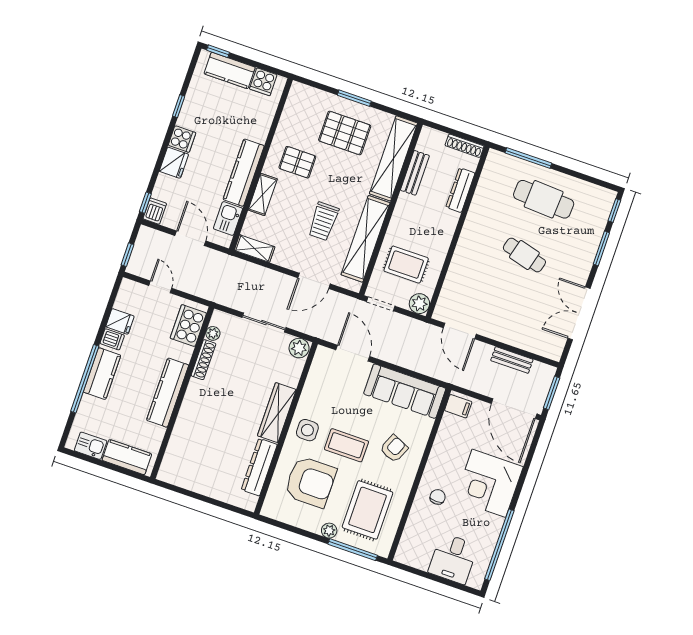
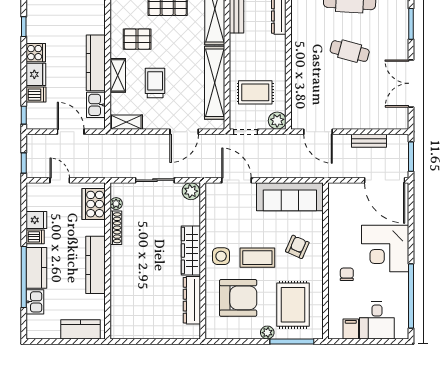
dishwasher: (155, 211) -> (36, 95), moved, turned 90
trolley: (323, 221) -> (155, 83), moved, turned 180
filing cabinet: (458, 406) -> (351, 329), moved, turned -90
kitchen sink: (91, 446) -> (35, 302), moved, turned 90

